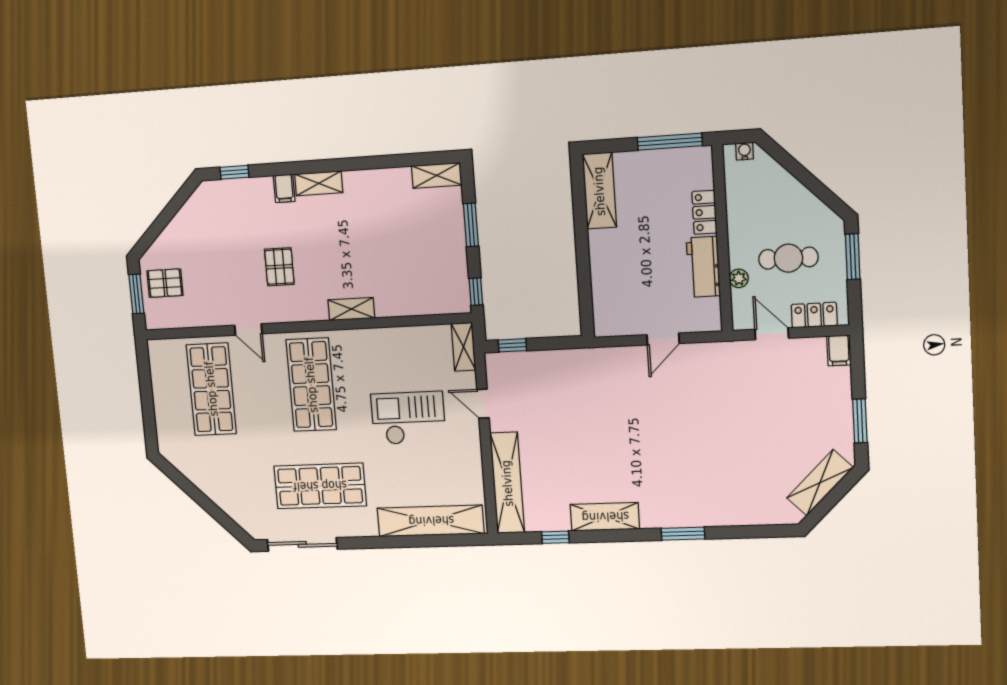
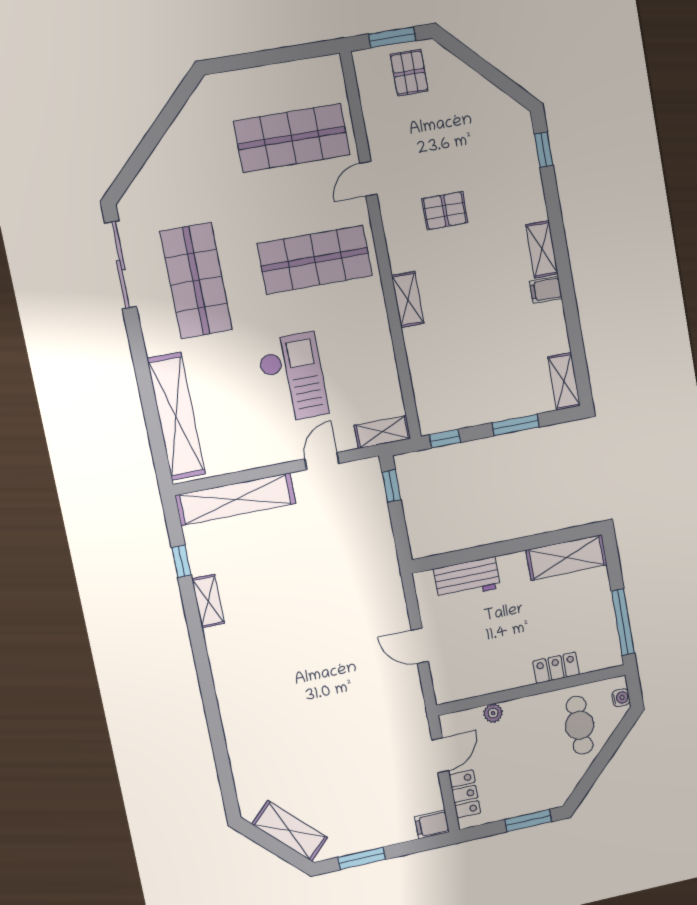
filing cabinet: (284, 188) -> (546, 290), moved
cafe table: (788, 258) -> (580, 725), moved
workbench: (703, 267) -> (467, 578), moved, turned 180
shelving: (605, 517) -> (208, 601), width x0.67, depth x0.75
window: (683, 534) -> (210, 699), removed

